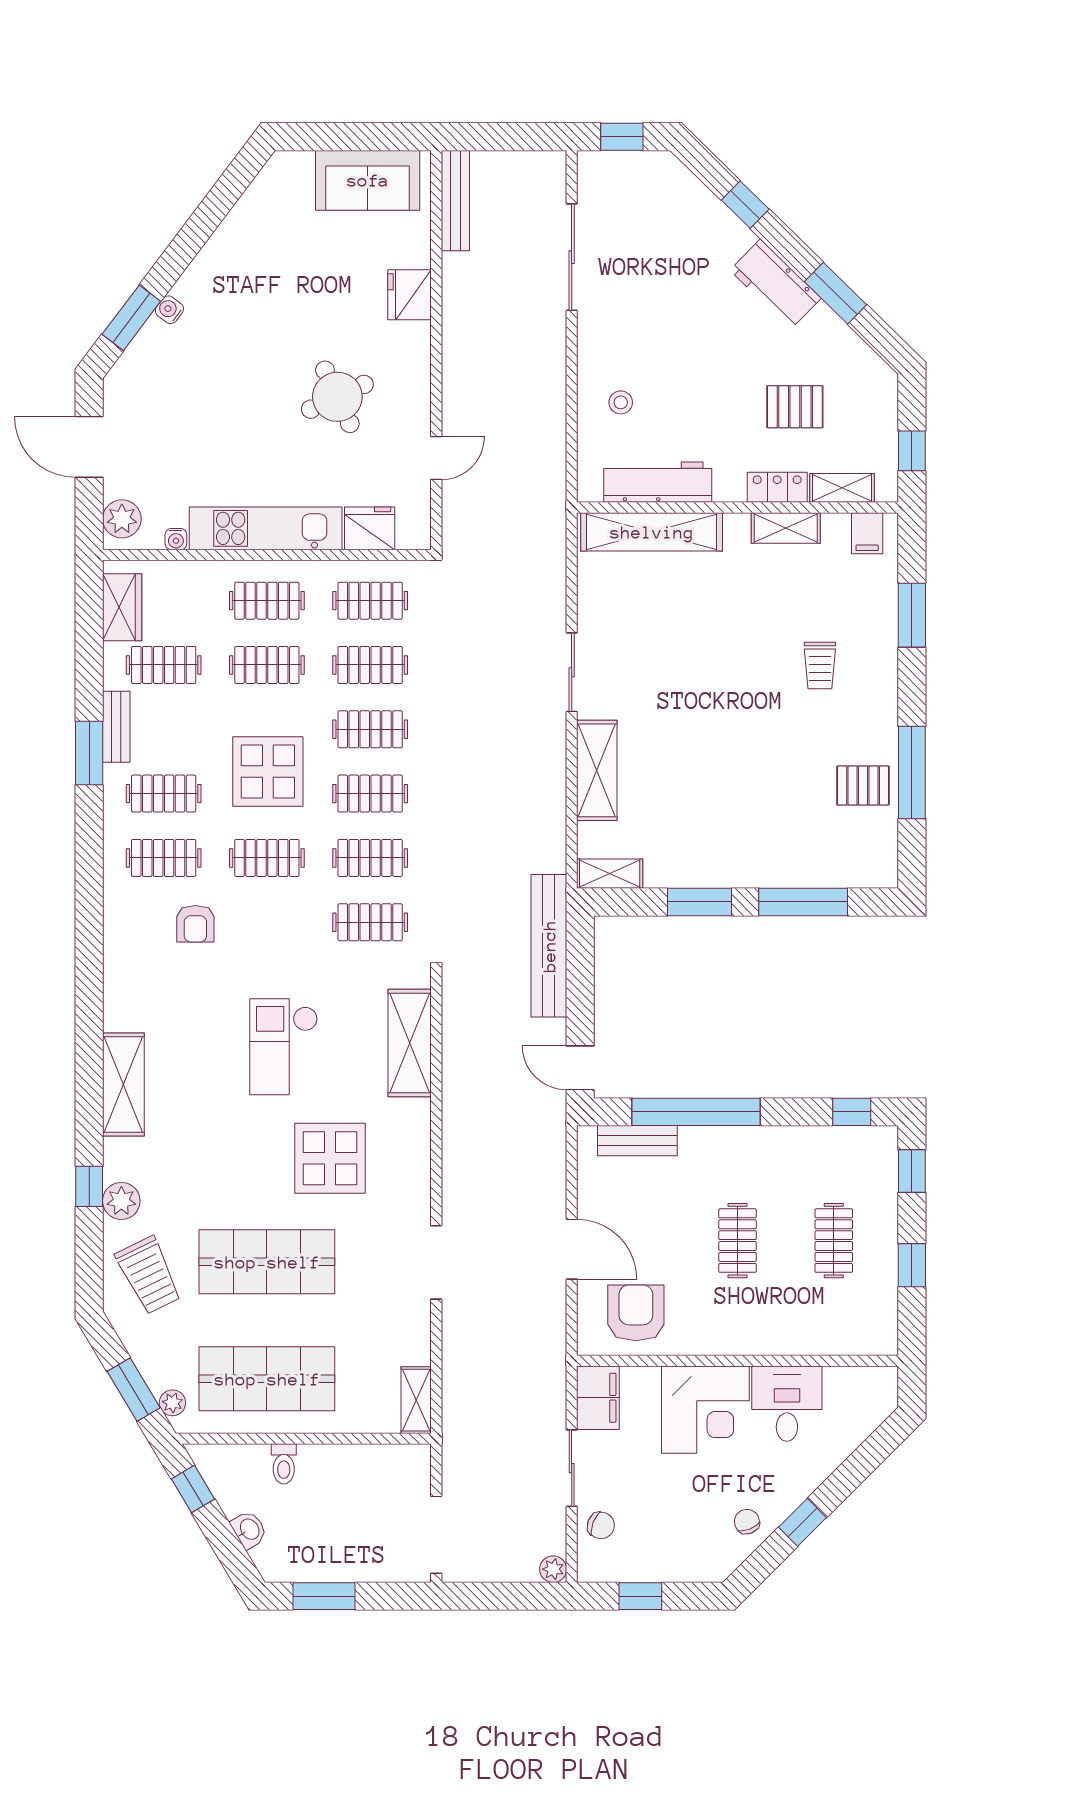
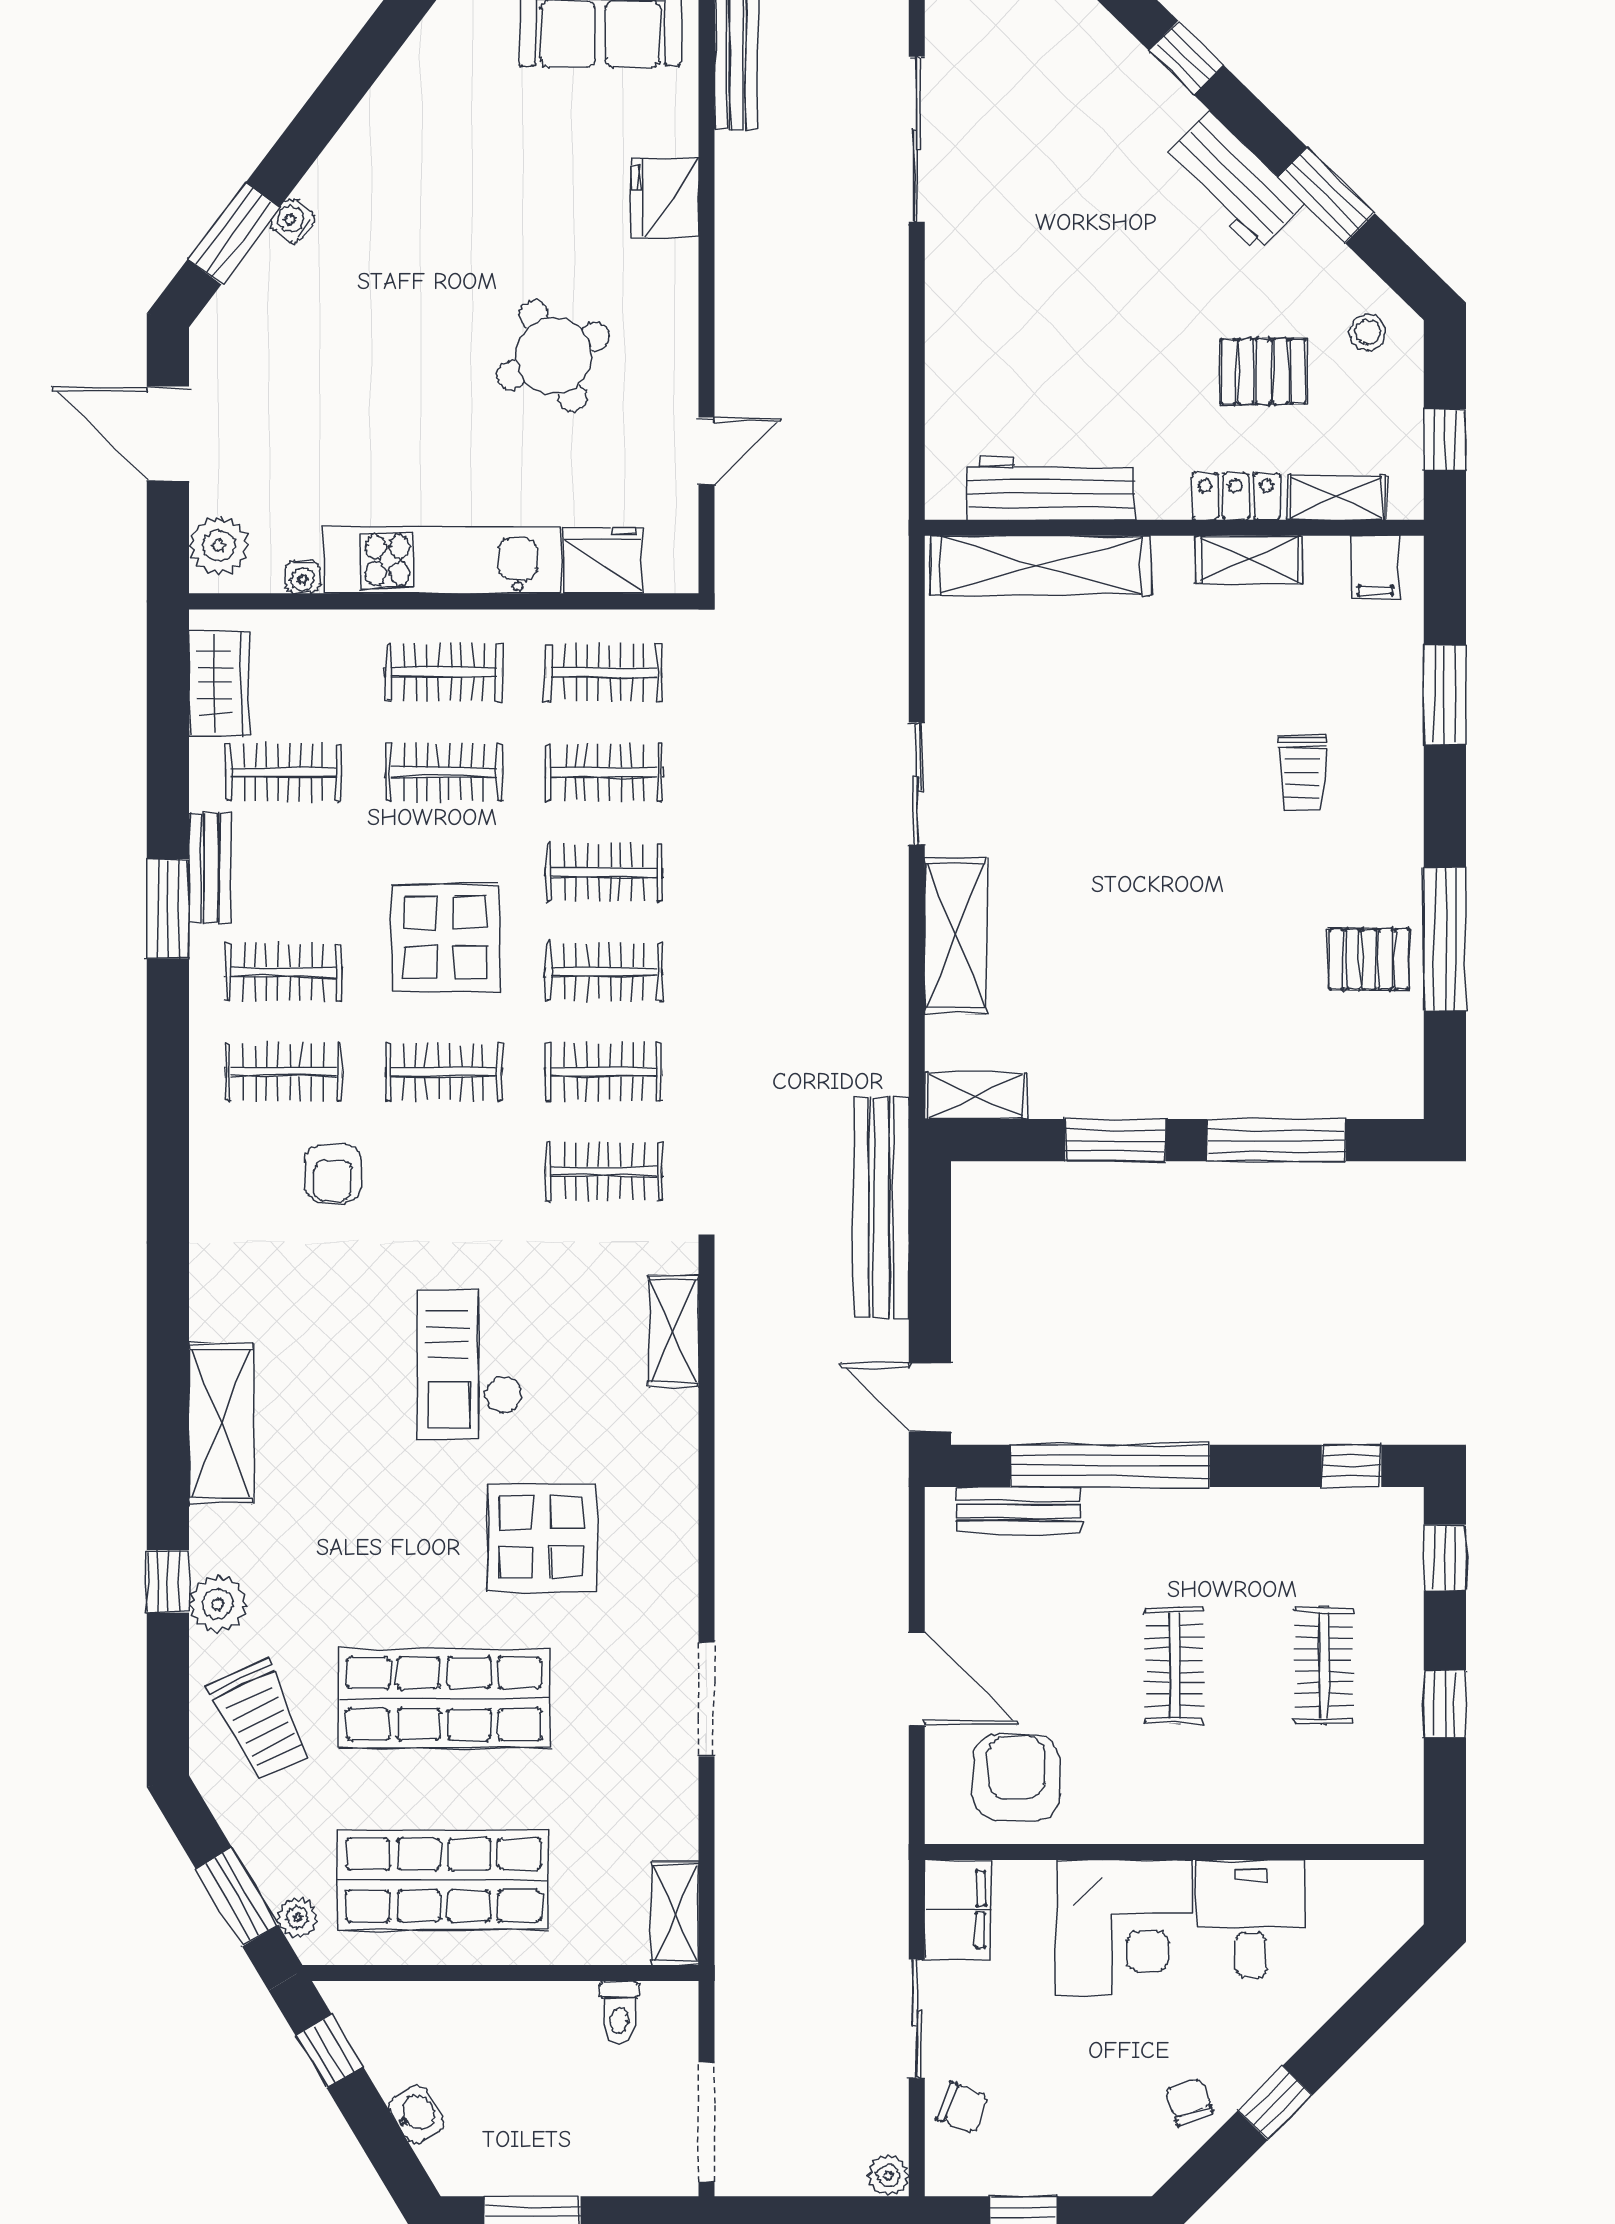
stool: (621, 402) -> (1368, 332), moved
shelving: (410, 1043) -> (674, 1331), width x0.67, depth x0.75
toilet: (284, 1464) -> (619, 2012), moved

